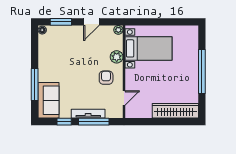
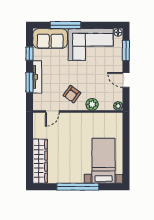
bed with nightstands: (149, 48) -> (103, 161), moved, turned 180
corner sofa: (55, 58) -> (91, 44), added
armchair: (106, 78) -> (72, 94), turned 126
door: (124, 98) -> (52, 111), hinge flipped
window: (94, 122) -> (29, 82), width x0.69

